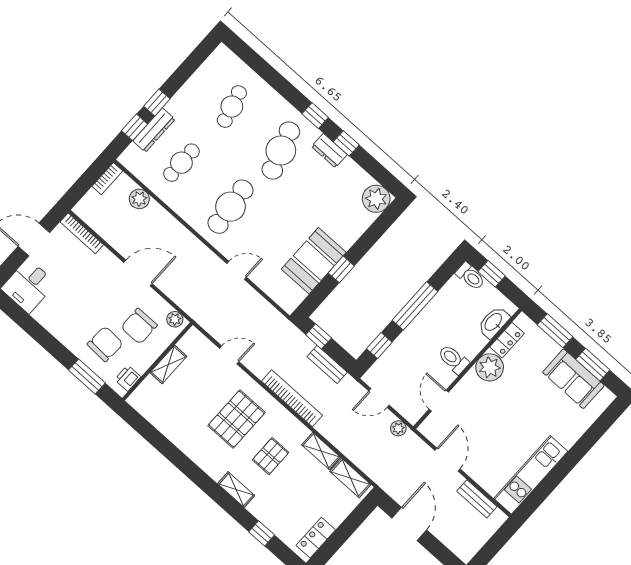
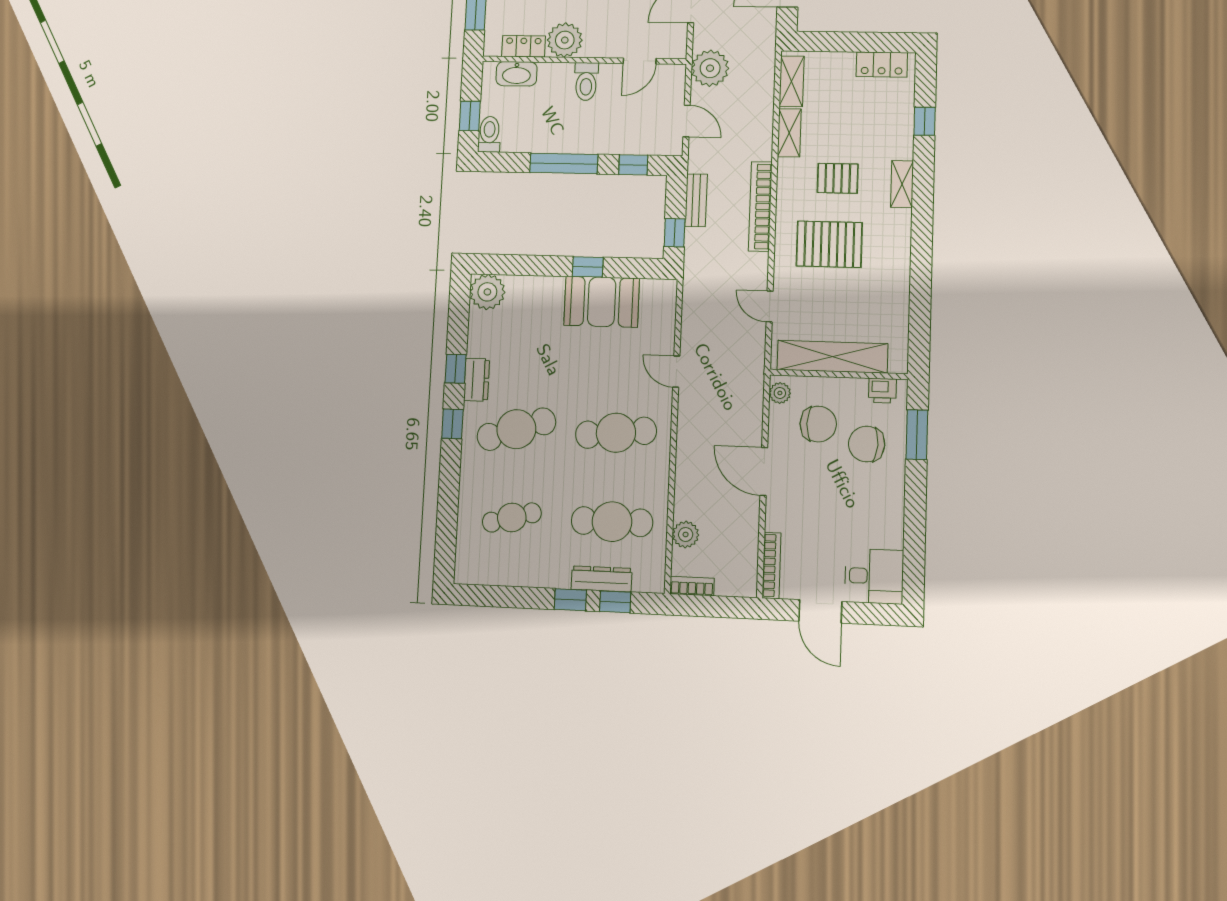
cafe table: (181, 163) -> (612, 522), width x1.37, depth x1.35
shelving: (168, 365) -> (832, 357), width x2.20, depth x1.33
plant: (398, 428) -> (710, 68), width x1.88, depth x1.88

